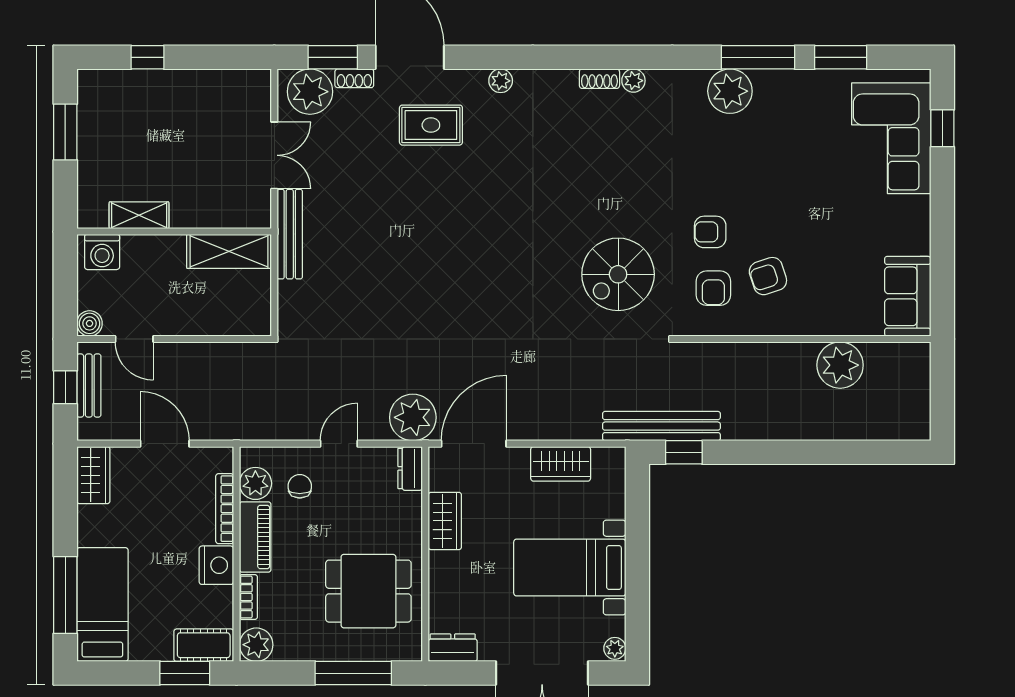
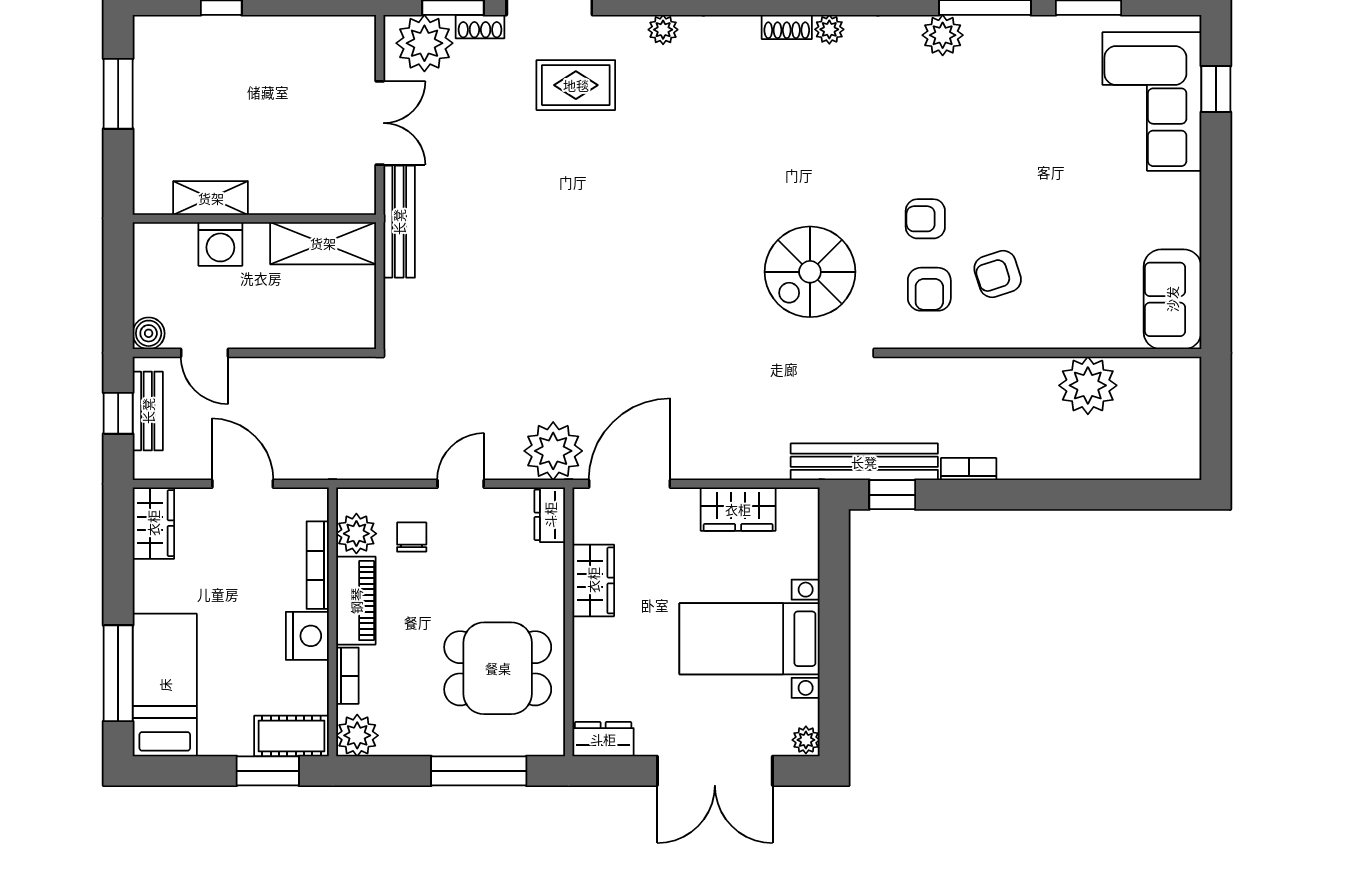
plant: (730, 91) -> (943, 35), width x0.73, depth x0.73
washing machine: (102, 252) -> (220, 244), moved
bookcase: (745, 432) -> (969, 469), added

